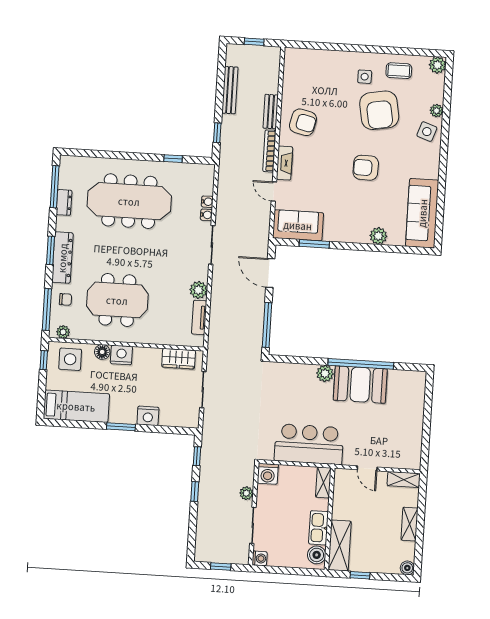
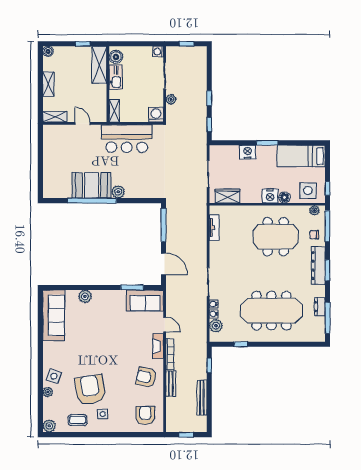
armchair: (366, 168) -> (145, 415), moved, turned -91
plant: (198, 290) -> (216, 326), moved

